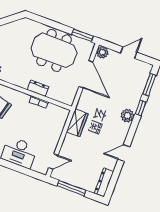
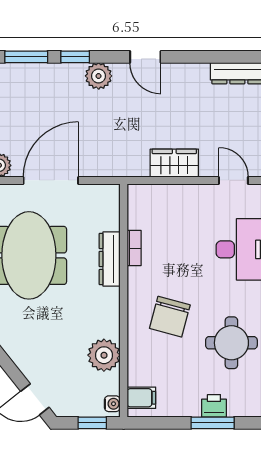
dresser: (38, 88) -> (110, 259), width x1.44
wardrobe: (77, 123) -> (174, 163), moved
door: (124, 153) -> (145, 57), moved

